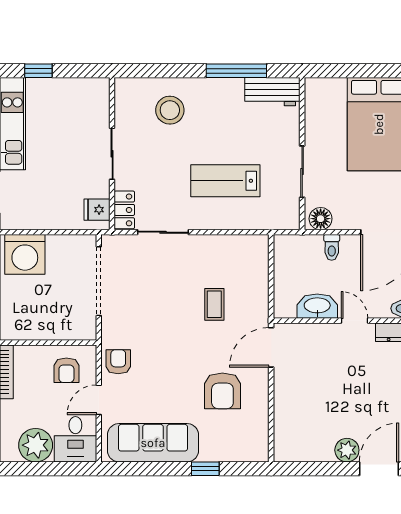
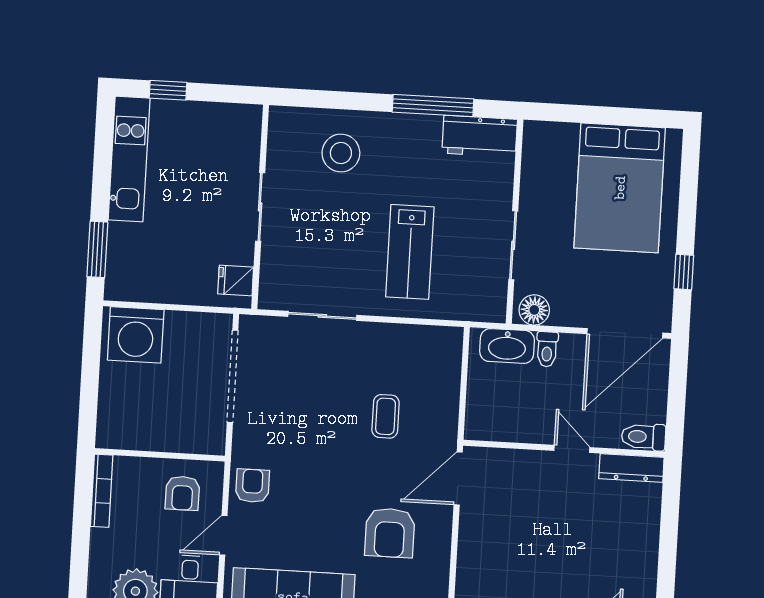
lab bench: (225, 181) -> (410, 252), turned -90
locker: (124, 210) -> (272, 283), removed
washbasin: (317, 306) -> (507, 346), moved, turned 180

